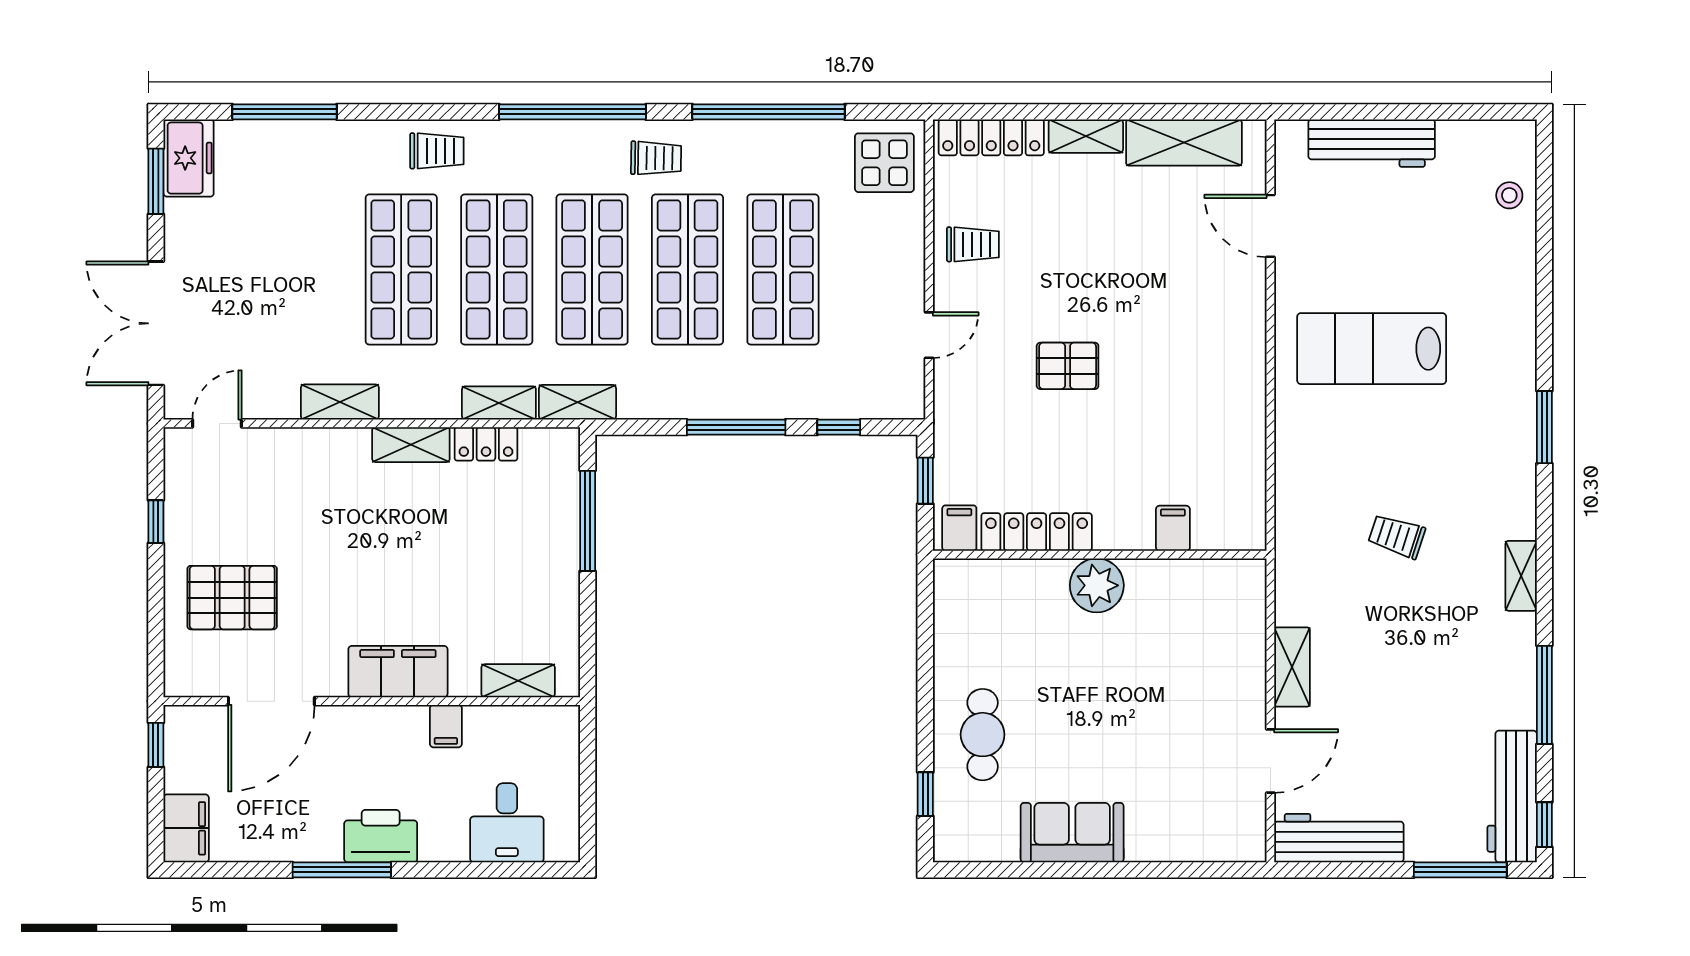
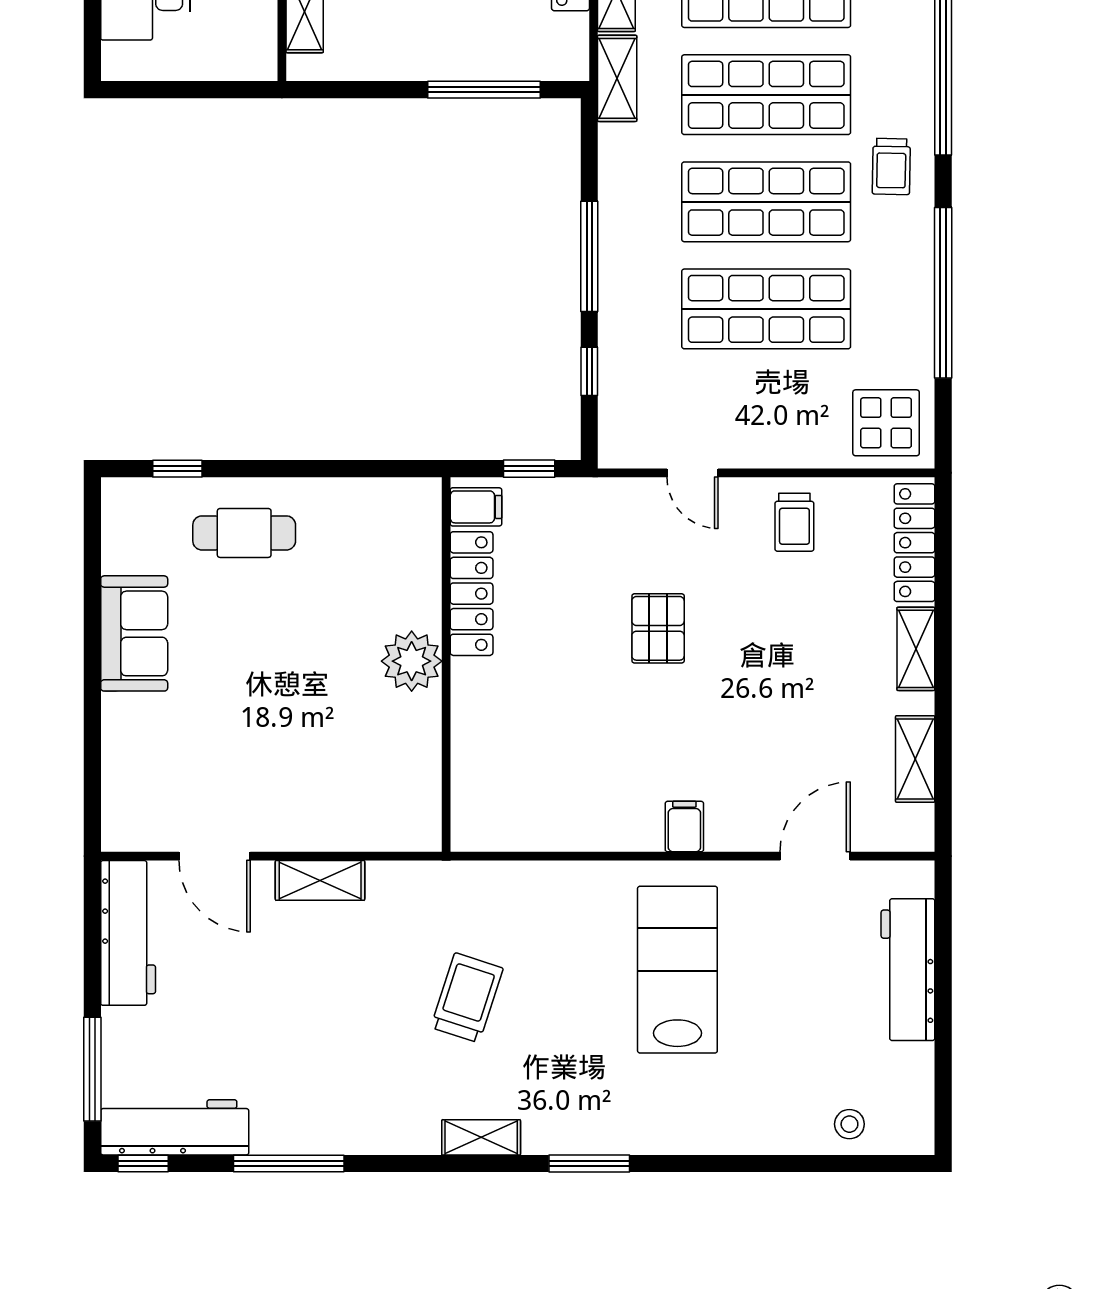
shelving: (1184, 143) -> (915, 759), width x0.67, depth x0.75
filing cabinet: (1173, 528) -> (684, 827), moved, turned -90
trolley: (1397, 536) -> (467, 998), width x1.36, depth x1.39
shelving: (1521, 576) -> (481, 1137), moved

